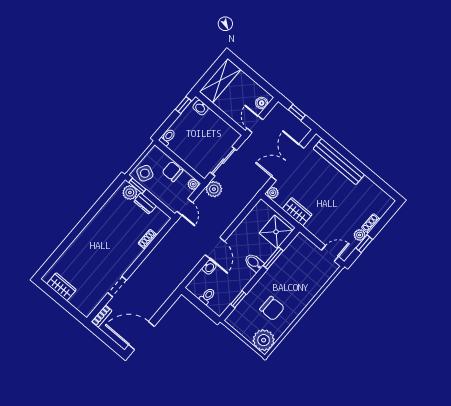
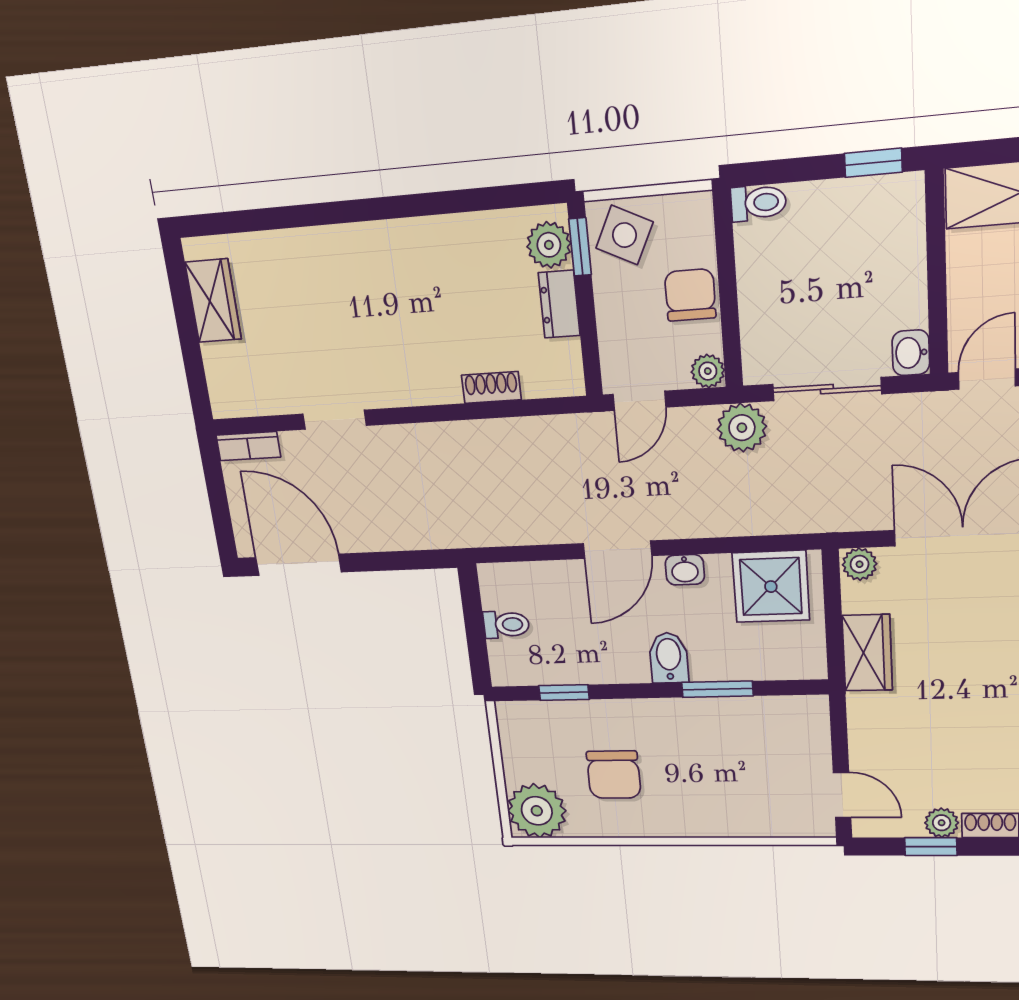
washbasin: (201, 108) -> (911, 353), moved
shower: (276, 232) -> (771, 587), moved
washbasin: (209, 267) -> (685, 570), moved

